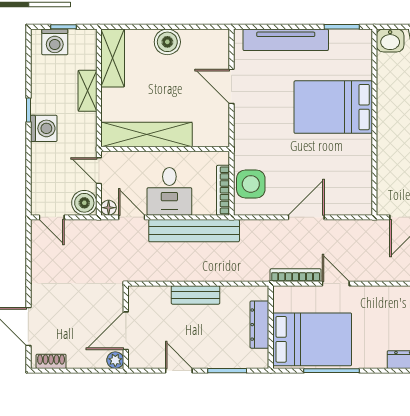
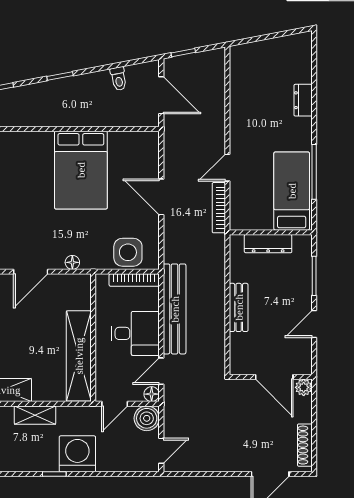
bed: (333, 107) -> (81, 170), moved
washing machine: (44, 128) -> (77, 454), width x1.37, depth x1.37
floor lamp: (241, 128) -> (72, 262), added
bed: (312, 339) -> (292, 191), width x0.67
shoe rack: (51, 361) -> (305, 445), width x1.43

